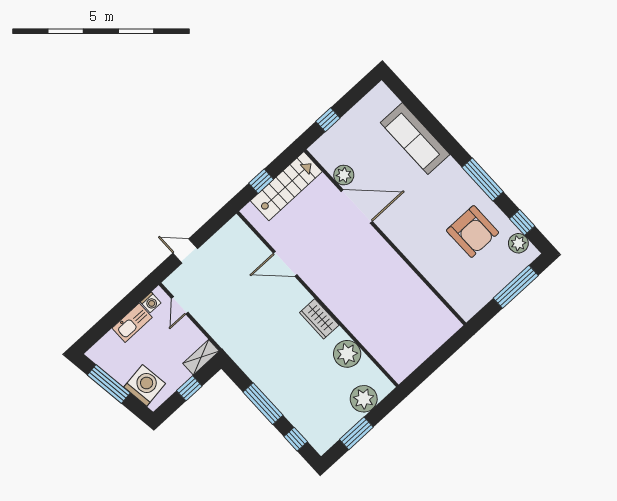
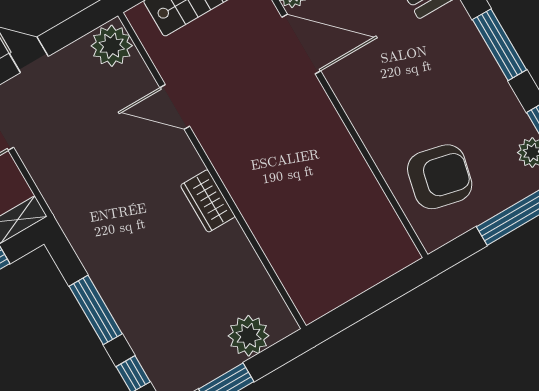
armchair: (473, 231) -> (440, 177), moved, turned -77
plant: (347, 354) -> (112, 46), moved

